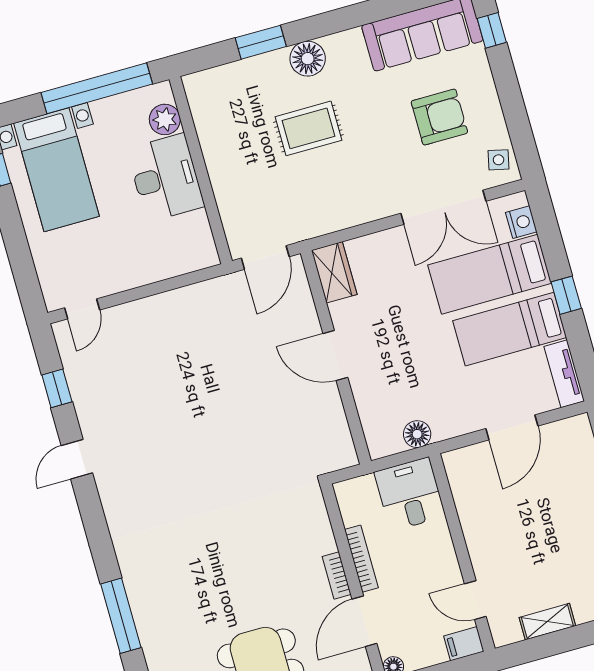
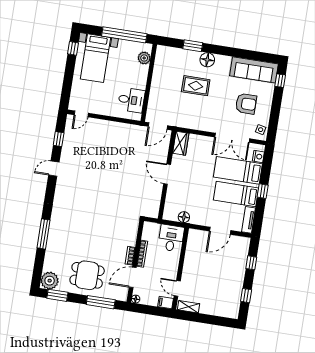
desk: (166, 178) -> (131, 100), moved, width x0.73
shelving: (547, 622) -> (189, 307), moved

